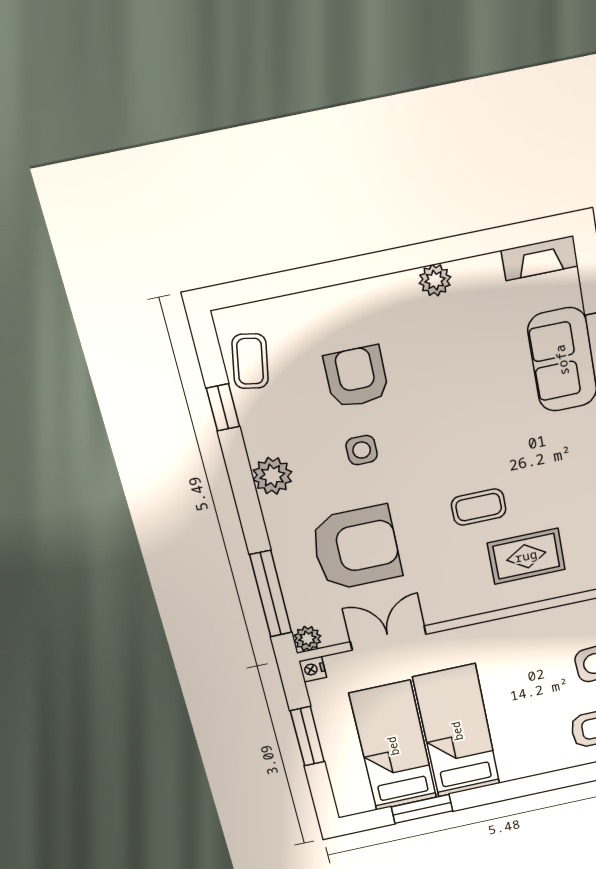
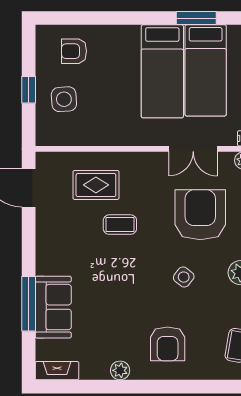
armchair: (356, 377) -> (168, 344), moved
side table: (362, 450) -> (184, 277), turned 38
armchair: (356, 548) -> (200, 215), turned 90

